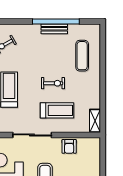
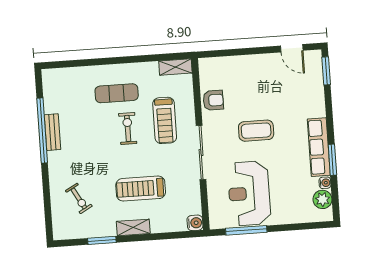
exercise mat: (82, 56) -> (117, 93), moved
treadmill: (57, 110) -> (165, 120), turned 180

